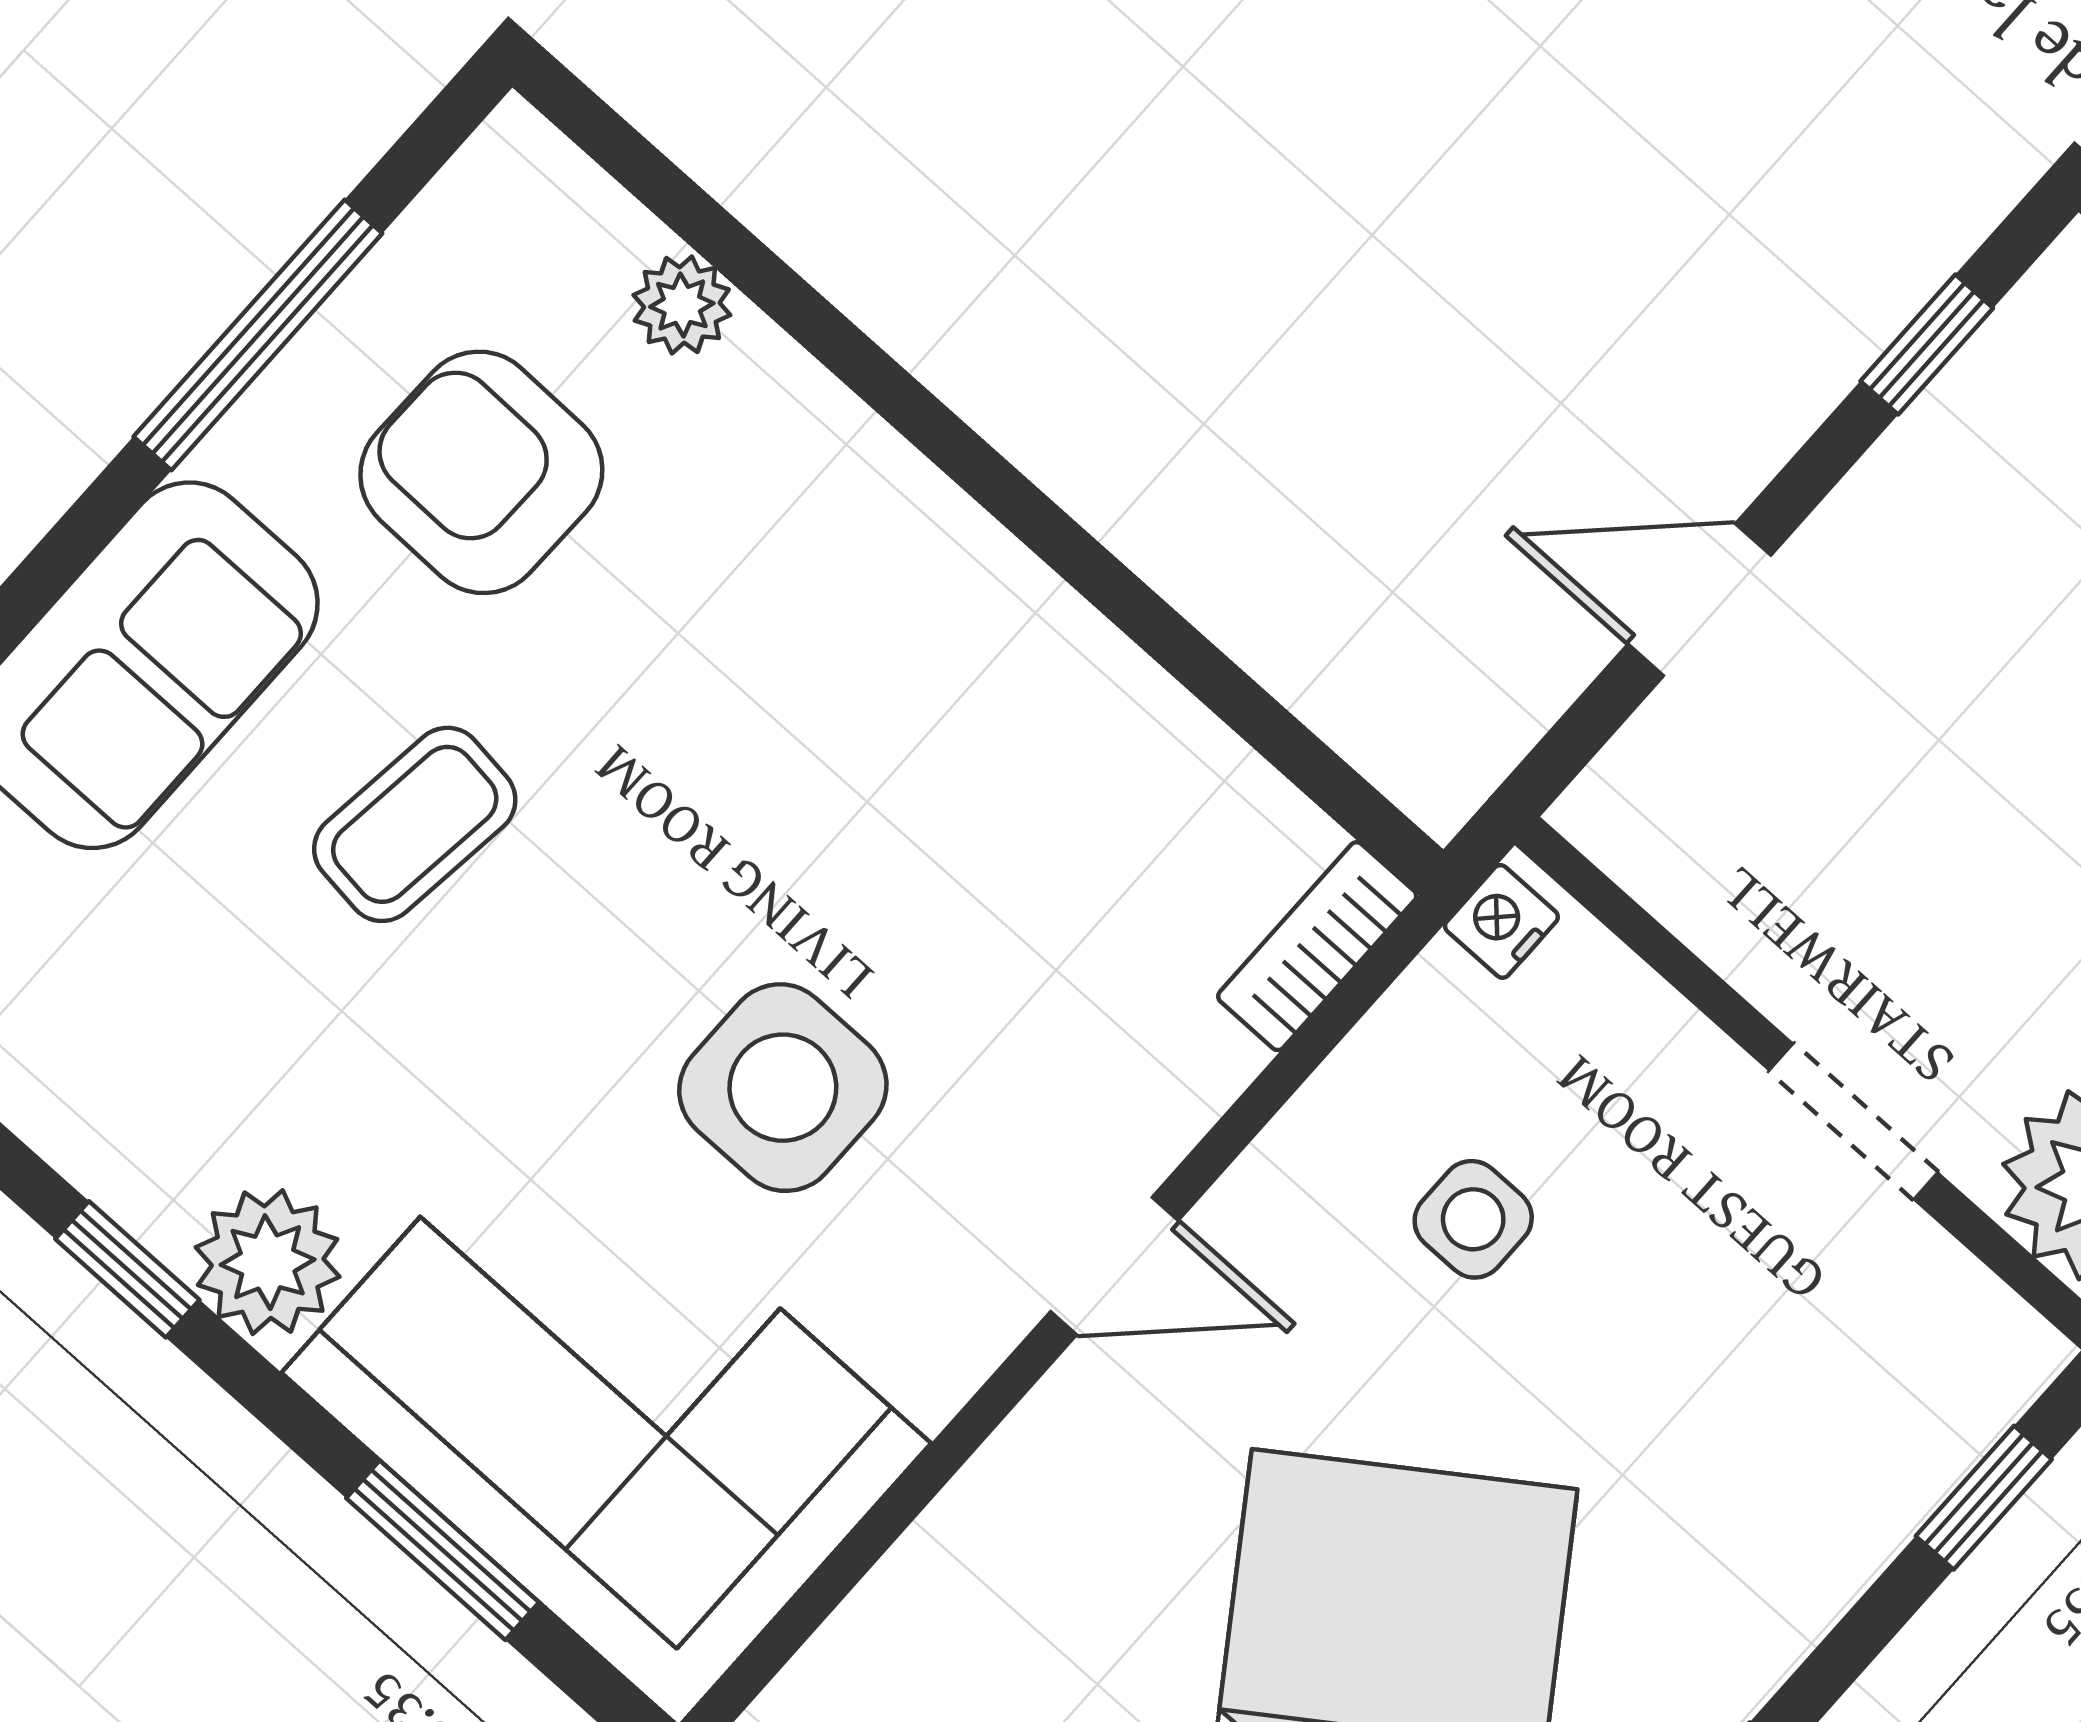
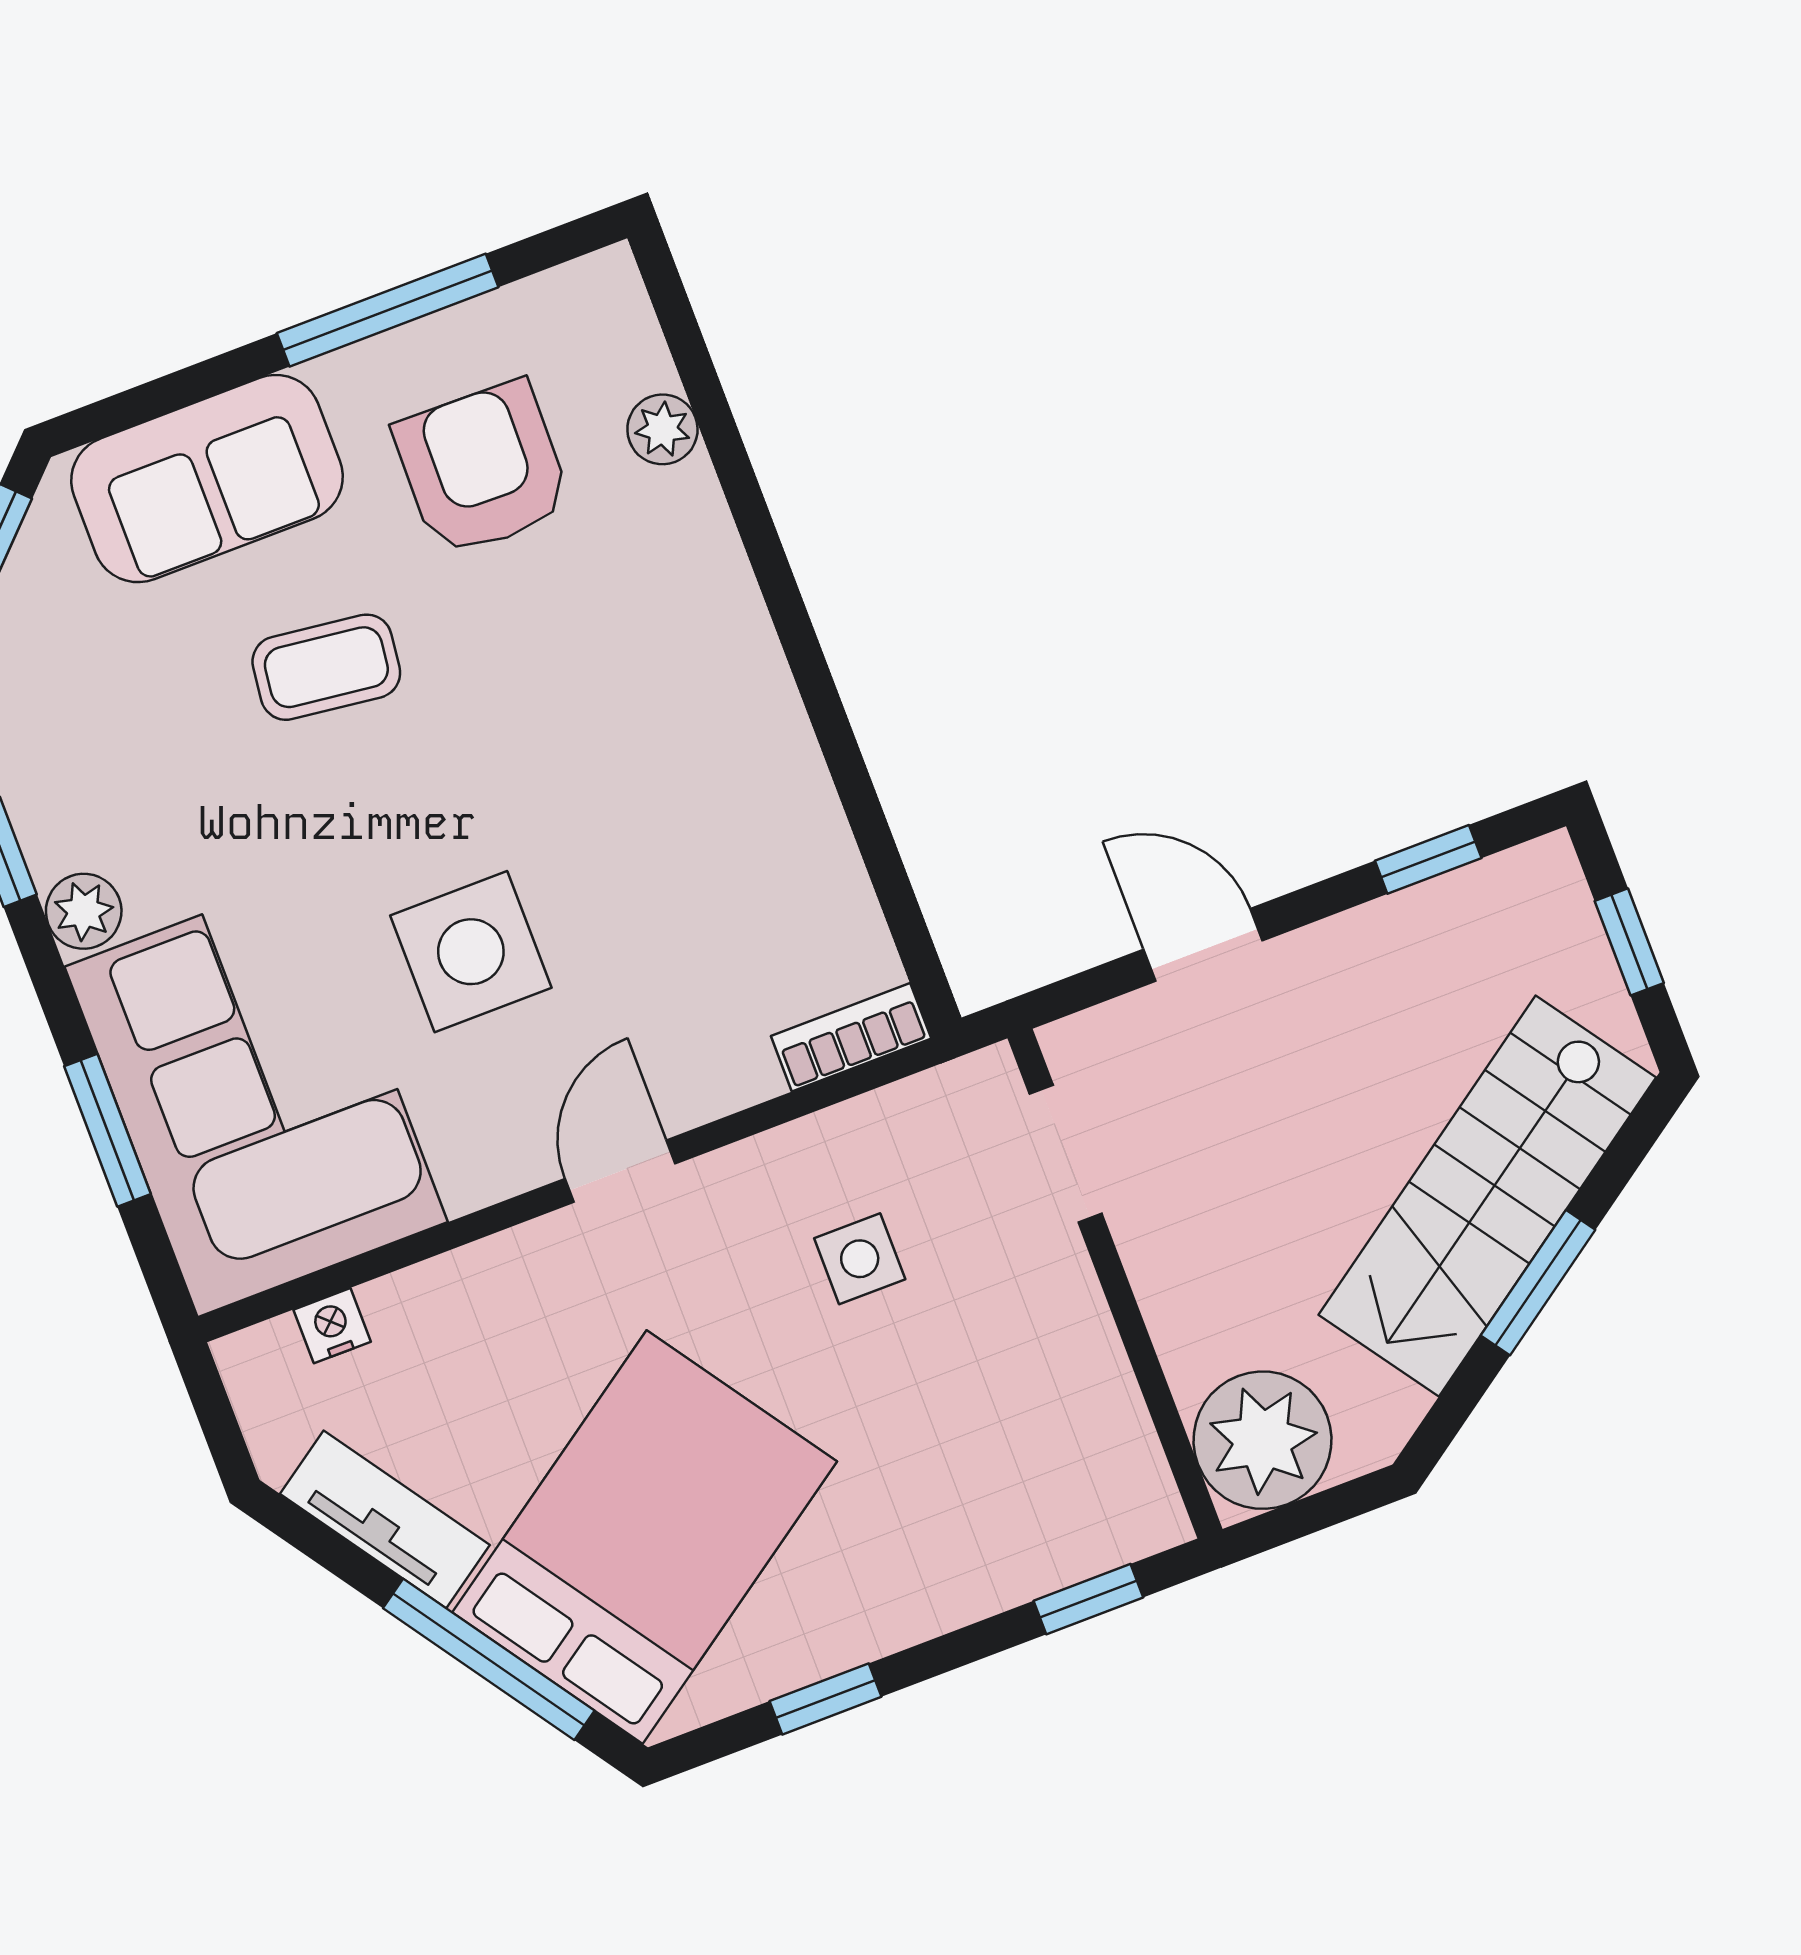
nightstand: (1501, 921) -> (332, 1326), moved
doorway: (1853, 1121) -> (1066, 1154), moved
plant: (268, 1262) -> (84, 911), width x0.73, depth x0.73
door: (1114, 1266) -> (620, 1171), swing flipped

